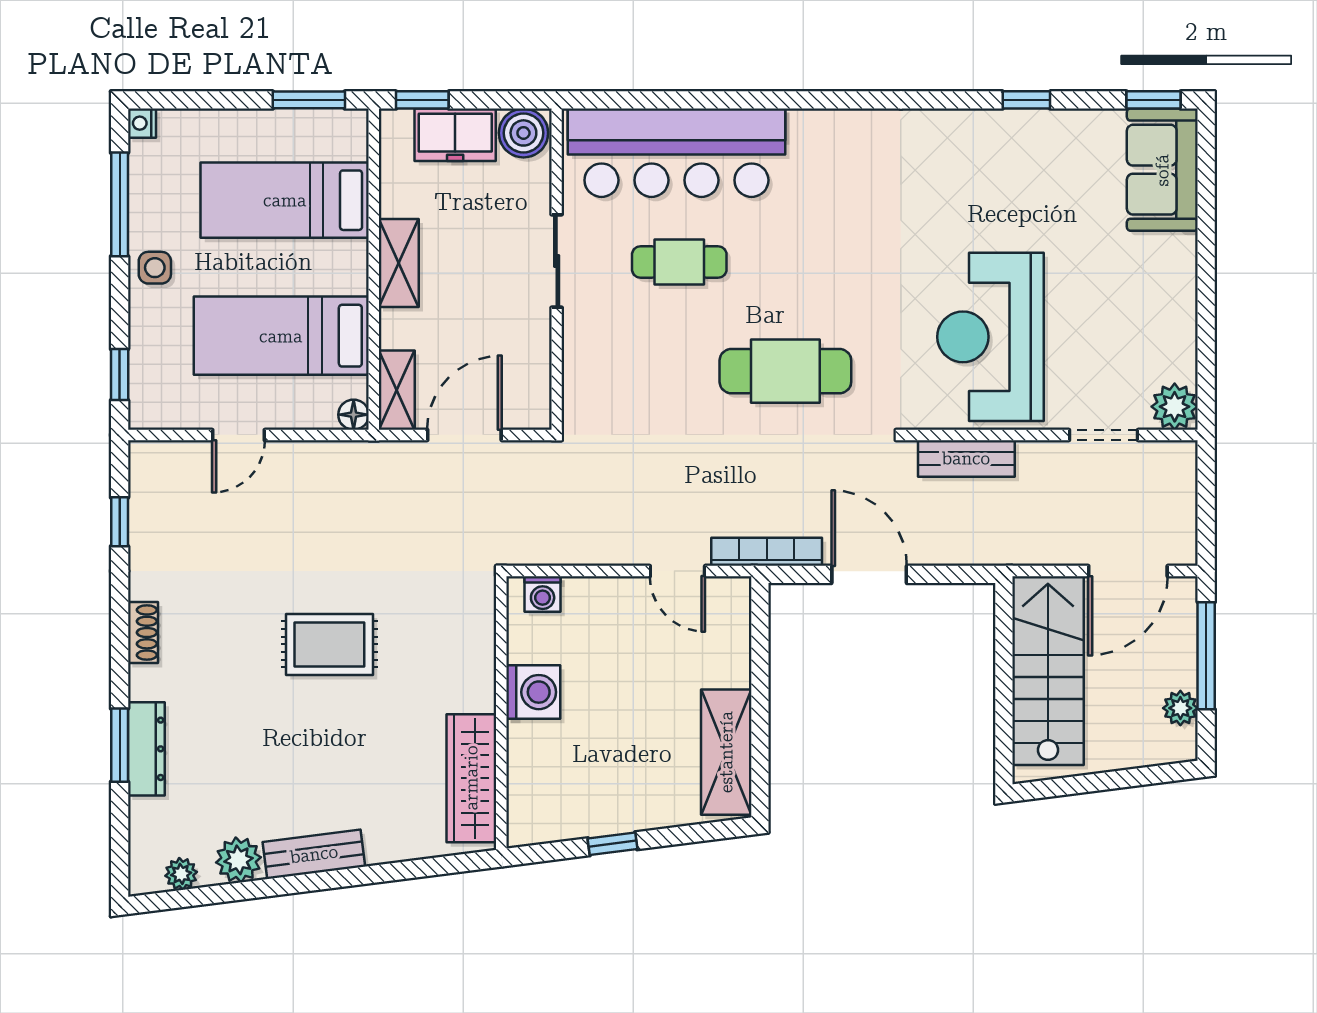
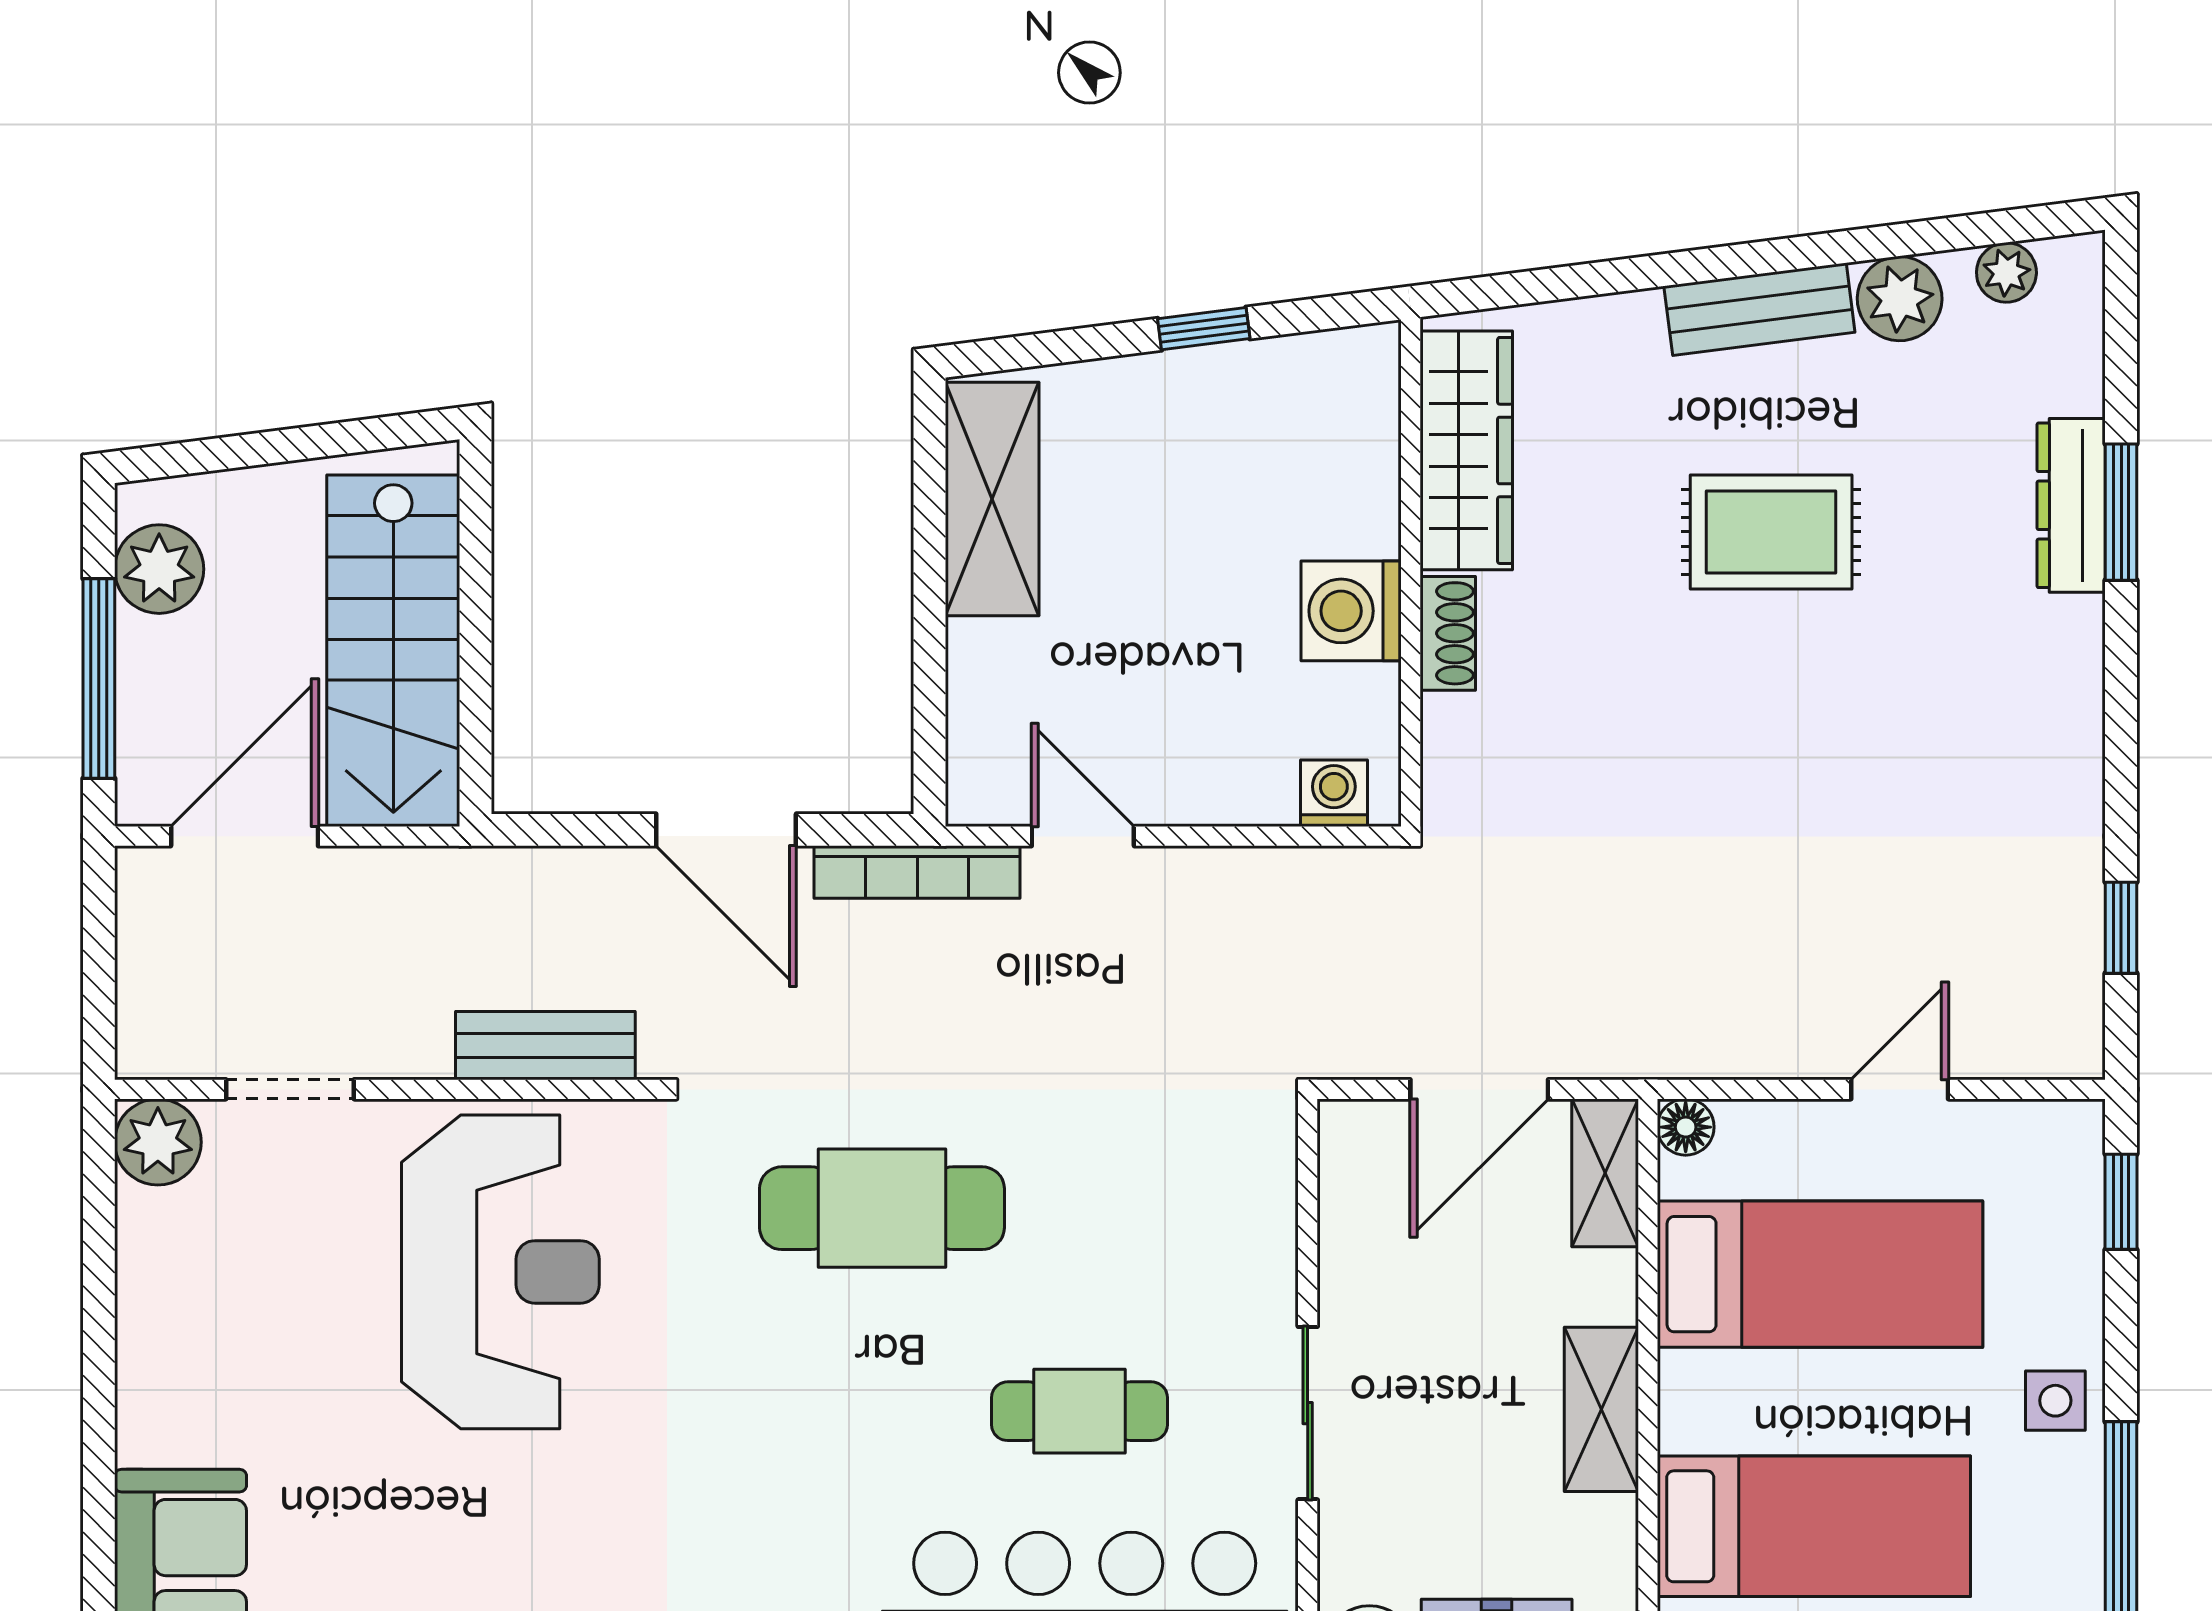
shoe rack: (143, 633) -> (1448, 633), moved, turned 180
rug: (329, 644) -> (1771, 532), moved
plant: (1180, 708) -> (159, 569), width x1.38, depth x1.38

